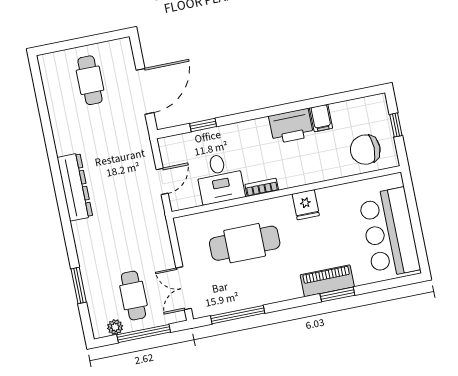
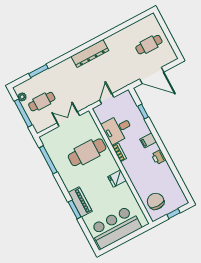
filing cabinet: (321, 118) -> (148, 140), moved
printer: (291, 126) -> (159, 157), width x0.53, depth x0.68
door: (162, 181) -> (107, 99), swing flipped
cafe table: (245, 243) -> (87, 152), turned 90
double door: (184, 288) -> (68, 119), moved

